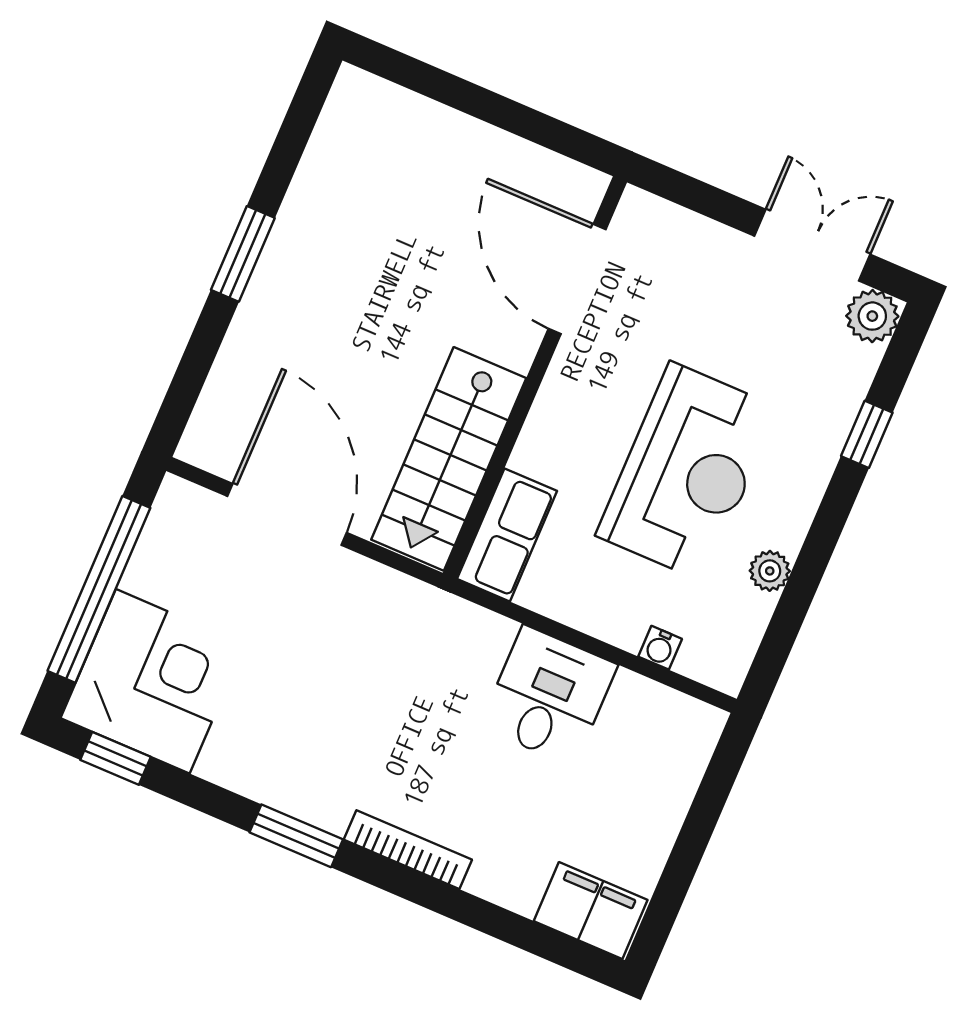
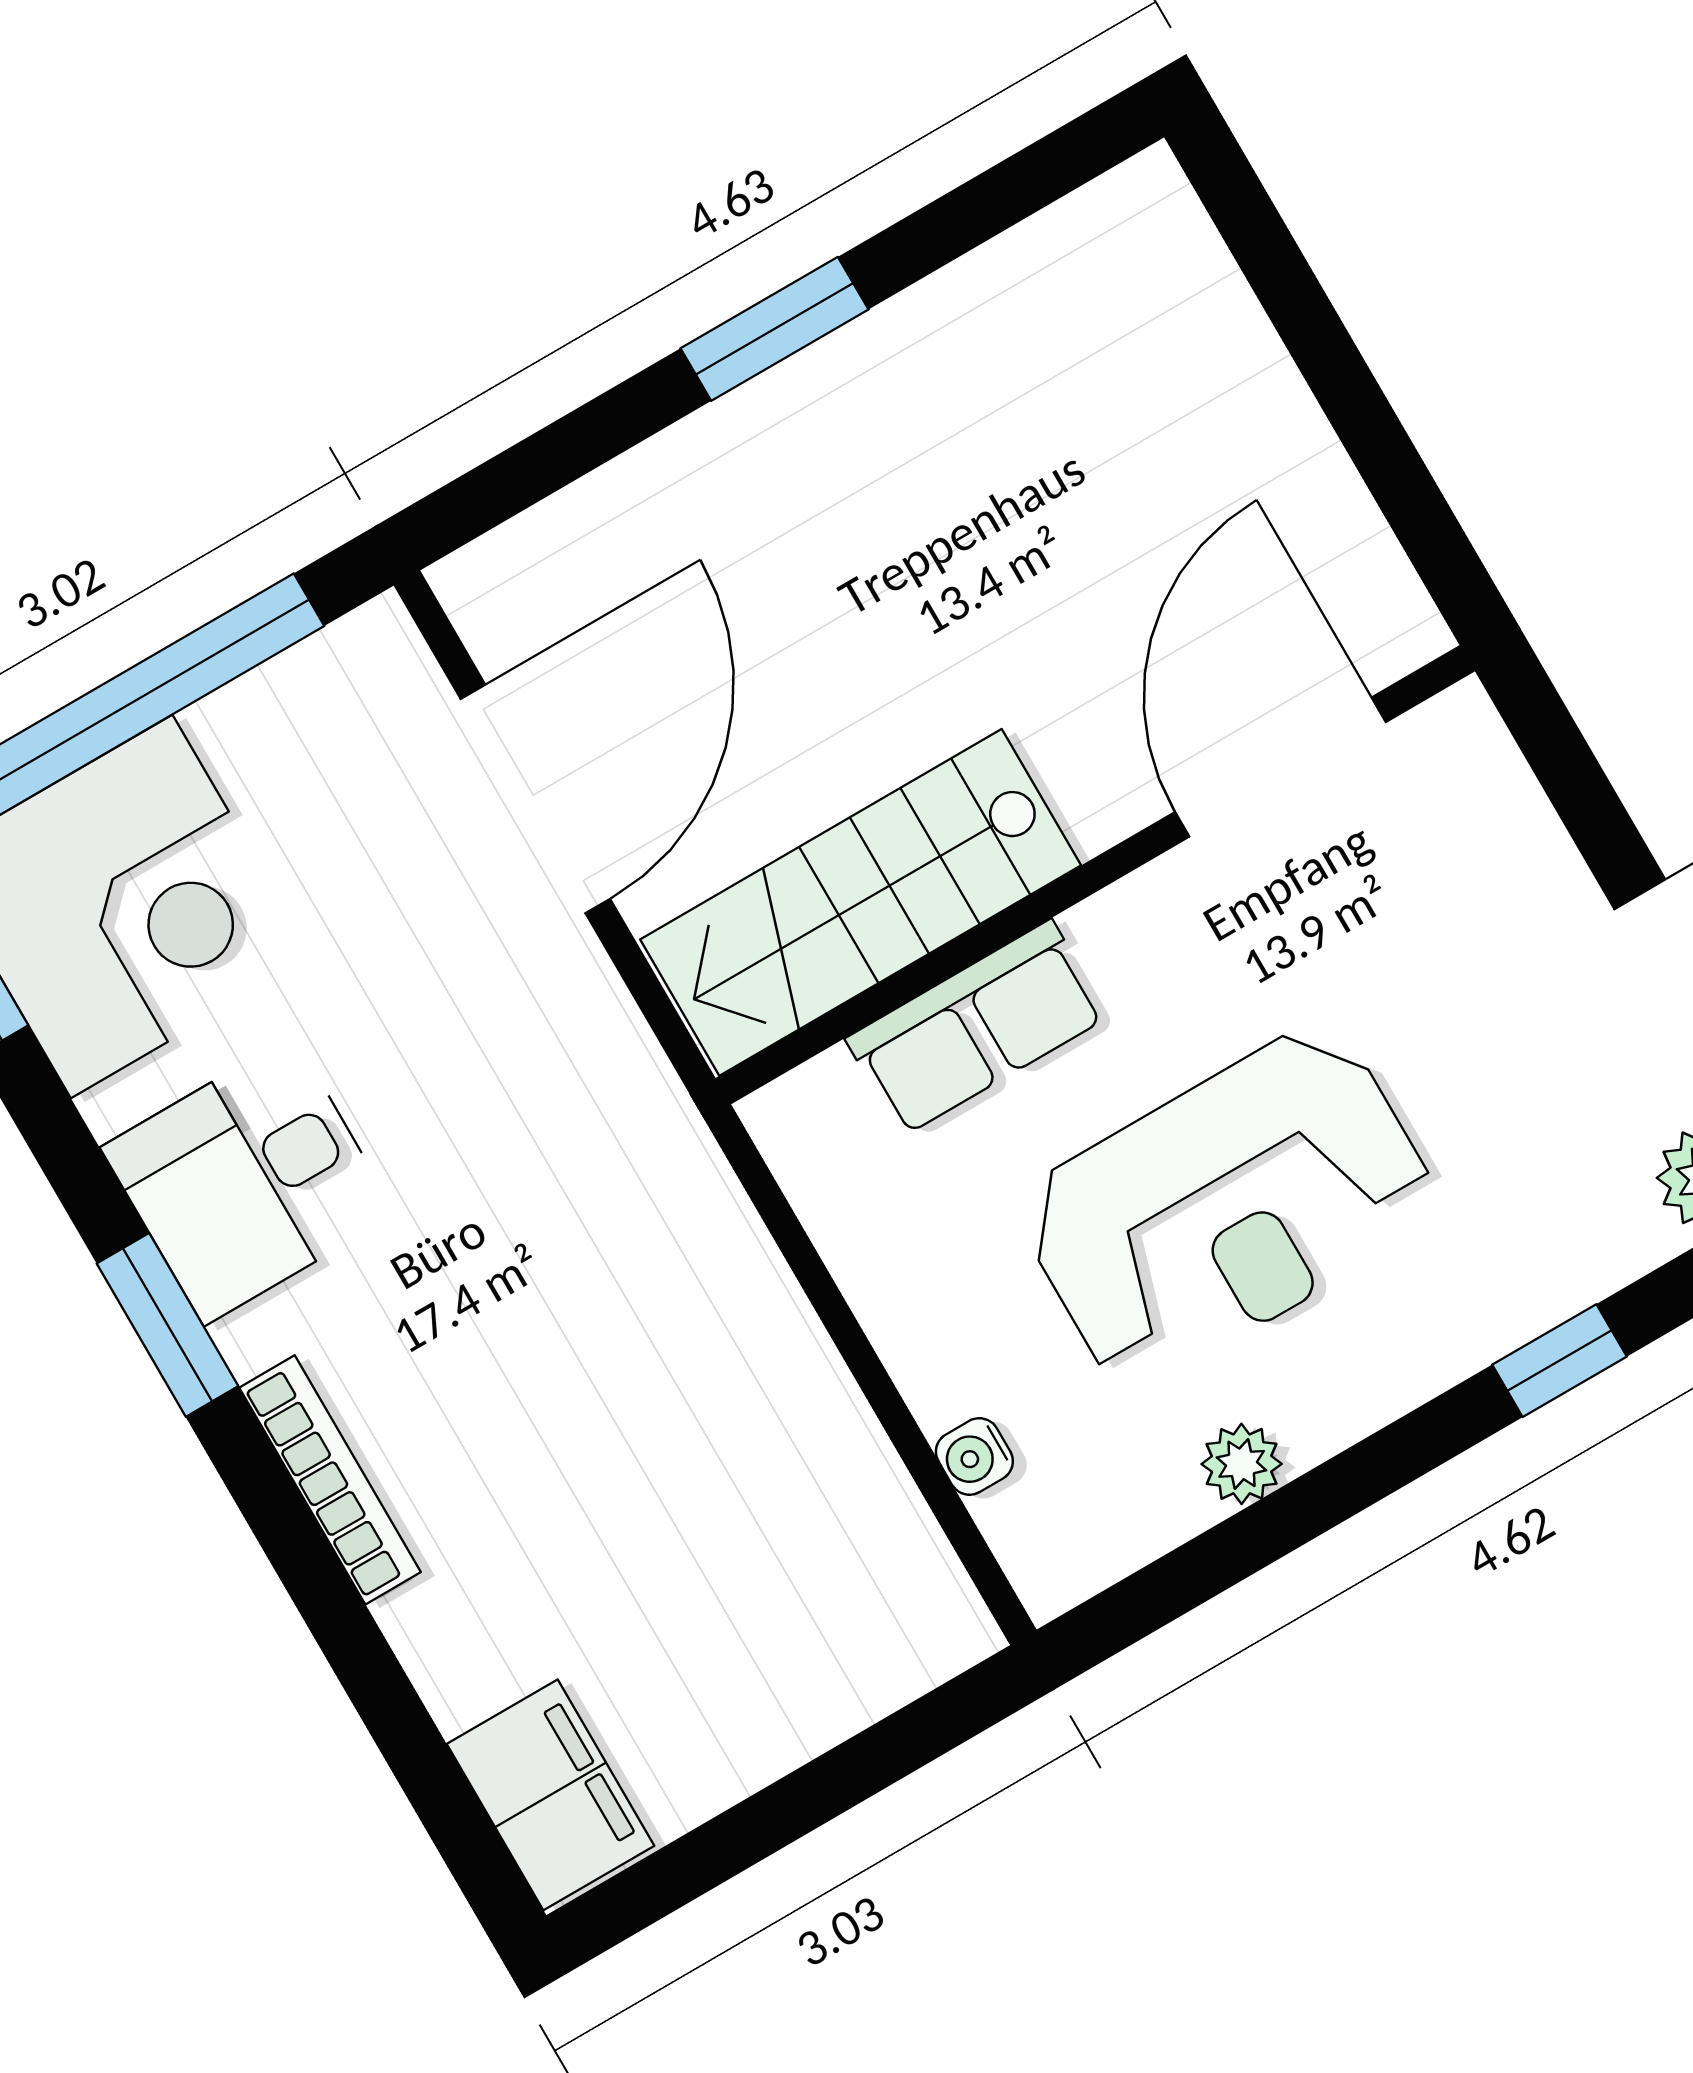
row of seats: (507, 535) -> (977, 1028), moved
desk: (549, 696) -> (248, 1181), moved, turned 180

